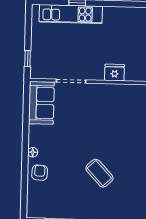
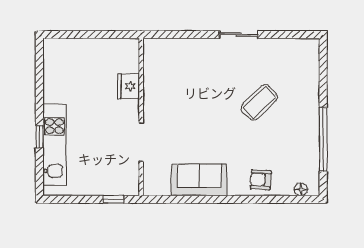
sofa: (41, 103) -> (199, 180), moved
floor lamp: (33, 152) -> (301, 189), moved

